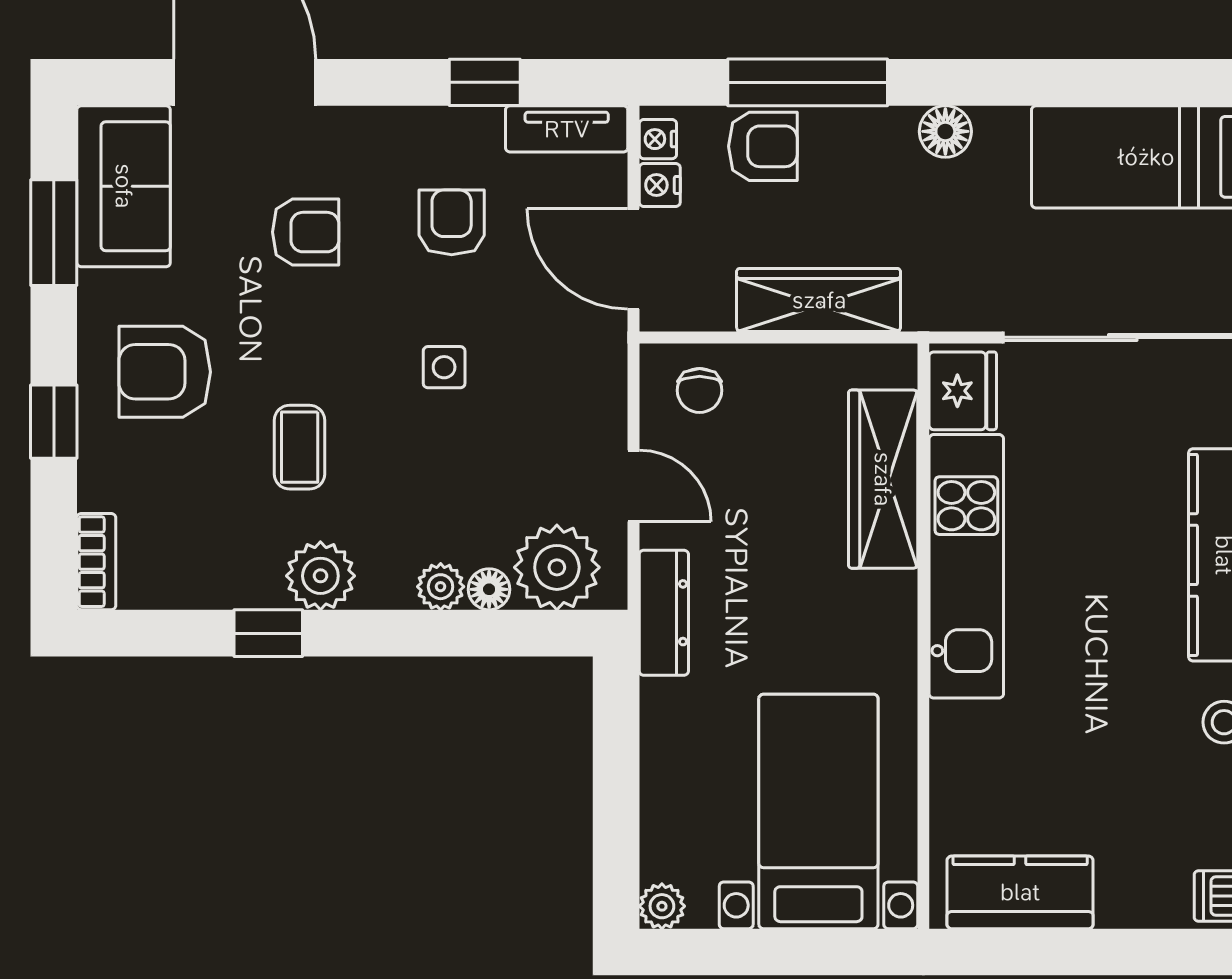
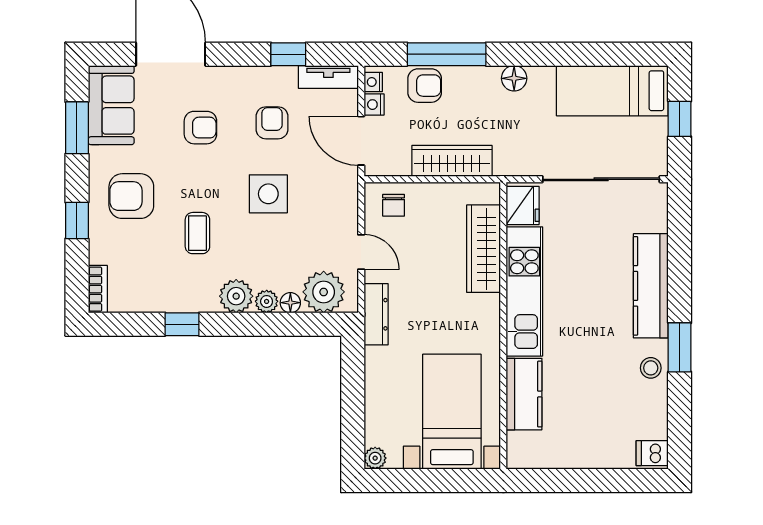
side table: (444, 367) -> (268, 194), width x1.87, depth x1.87
plant: (320, 576) -> (236, 296), moved
kitchen counter: (1020, 892) -> (524, 394), moved, turned 90

